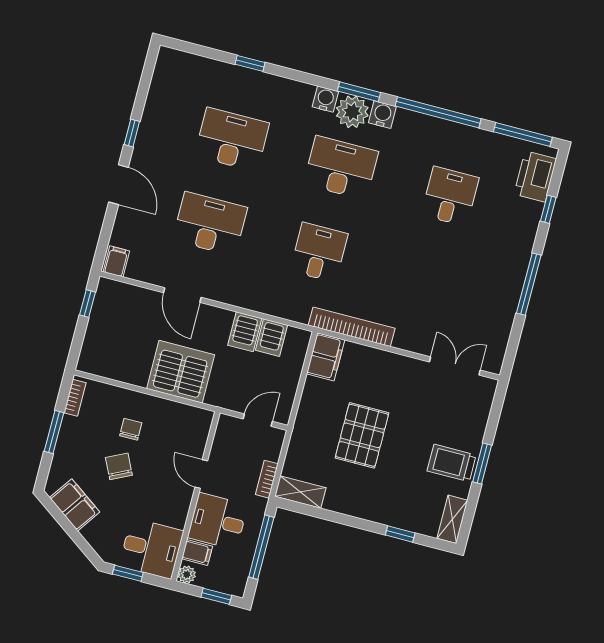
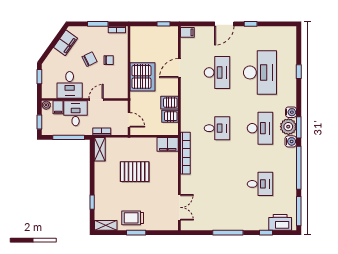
desk: (232, 139) -> (260, 72), width x1.36, depth x1.30
trolley: (452, 463) -> (133, 218), turned -90
desk: (151, 549) -> (70, 85), moved

